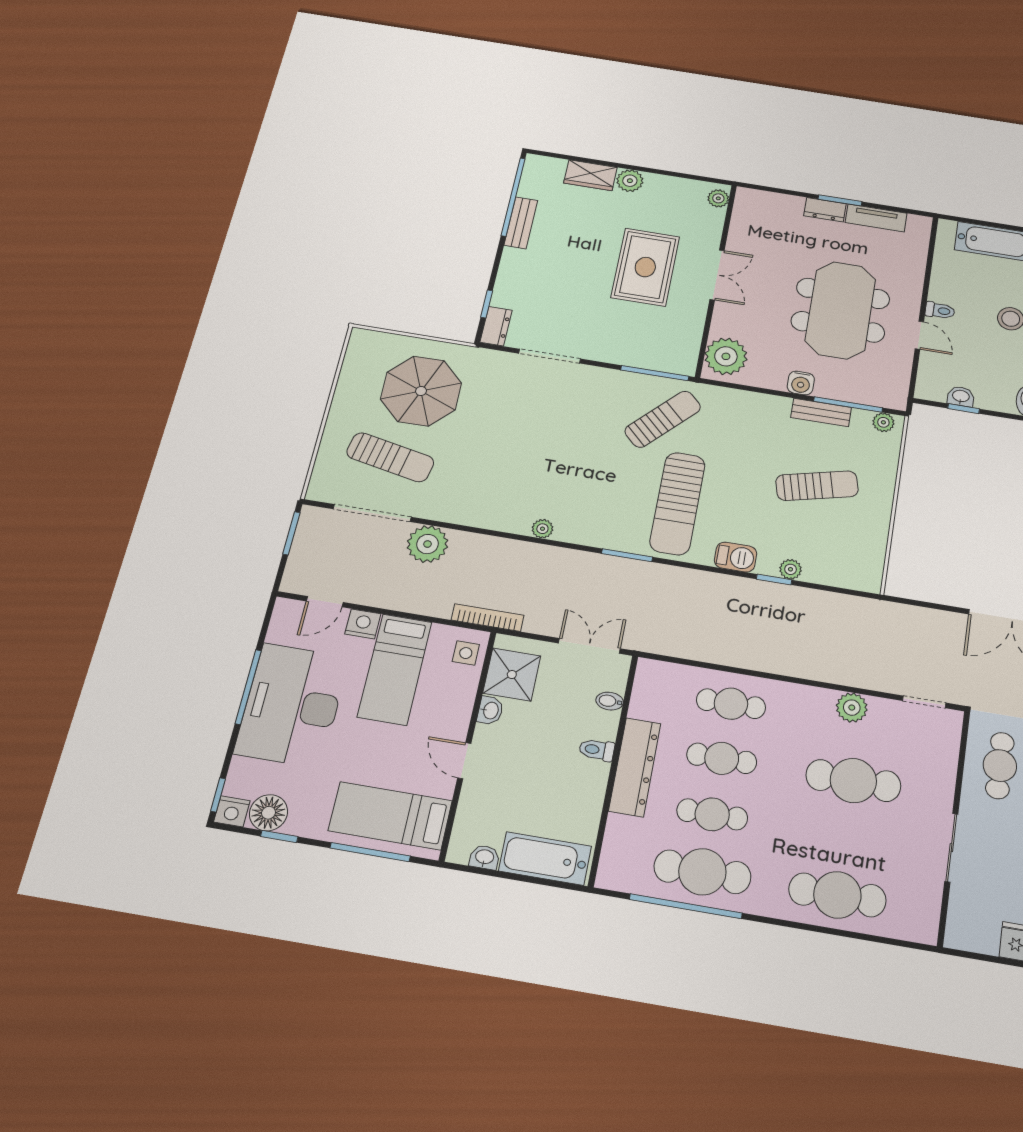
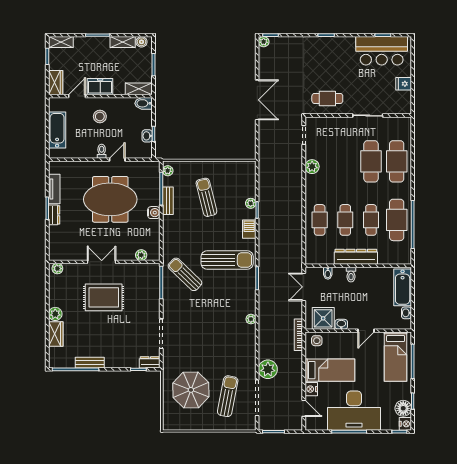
plant: (726, 356) -> (141, 255), width x0.53, depth x0.53
cafe table: (853, 781) -> (371, 161), moved

